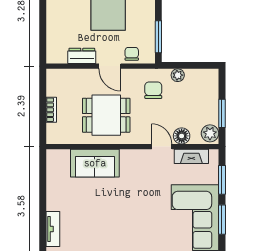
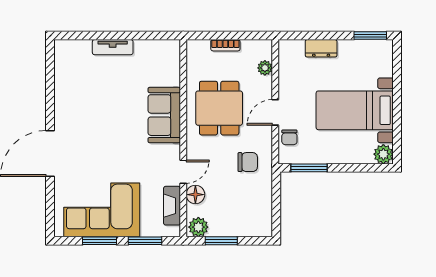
chair: (132, 54) -> (289, 137), turned 90
dresser: (82, 56) -> (321, 48), moved, turned 90
plant: (178, 75) -> (265, 68), moved
sofa: (95, 163) -> (164, 115), moved
tv unit: (53, 229) -> (113, 47), moved

